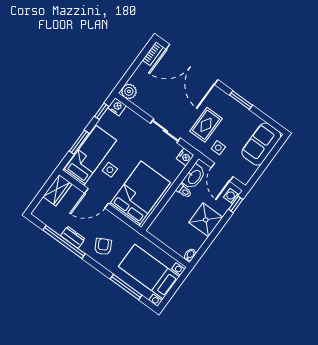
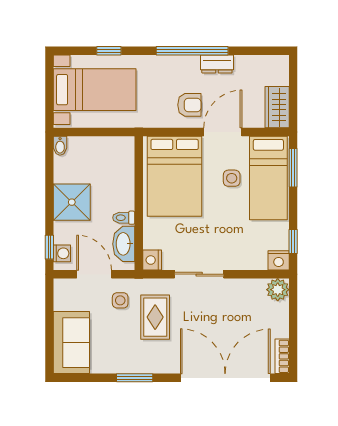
window: (79, 142) -> (293, 168), moved
window: (64, 242) -> (192, 51), moved
armchair: (103, 247) -> (189, 105), moved, turned -62
window: (126, 287) -> (109, 51), width x0.46

